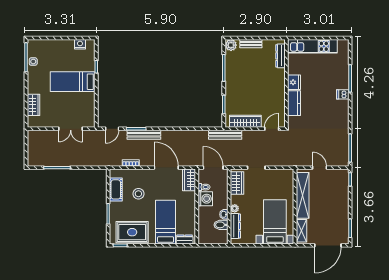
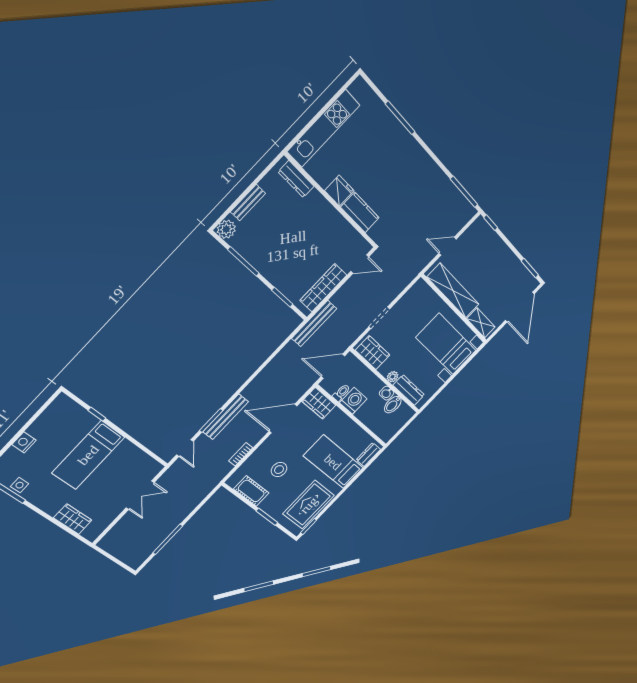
nightstand: (80, 44) -> (24, 442), moved
dishwasher: (343, 94) -> (407, 145), removed
door: (272, 129) -> (360, 264), swing flipped

